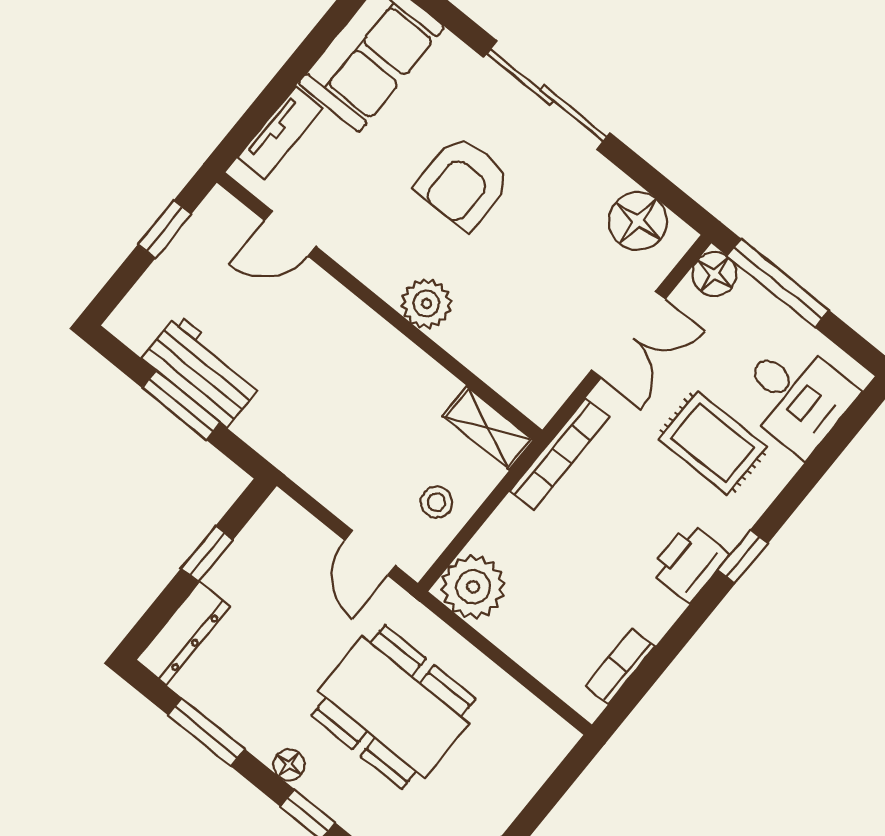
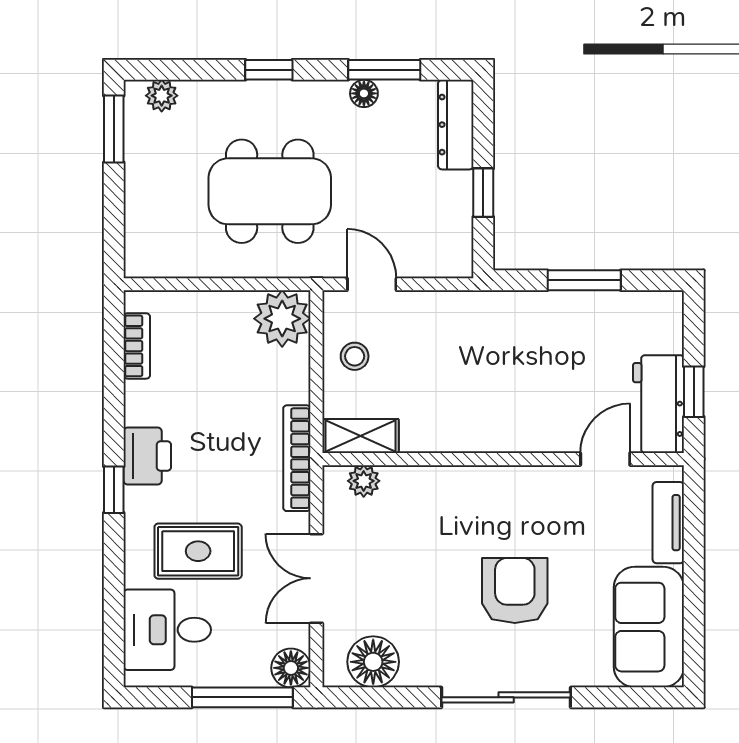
plant: (426, 304) -> (364, 481), moved, width x0.73, depth x0.73
workbench: (202, 371) -> (659, 404), moved, turned 90
floor lamp: (289, 765) -> (364, 93), moved

